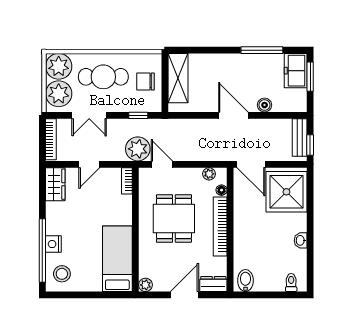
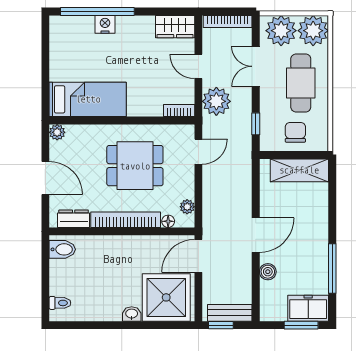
plant: (138, 149) -> (216, 101), moved
washbasin: (301, 240) -> (132, 314), moved
stool: (62, 274) -> (70, 34), removed
dresser: (213, 284) -> (74, 219), moved, turned -90

